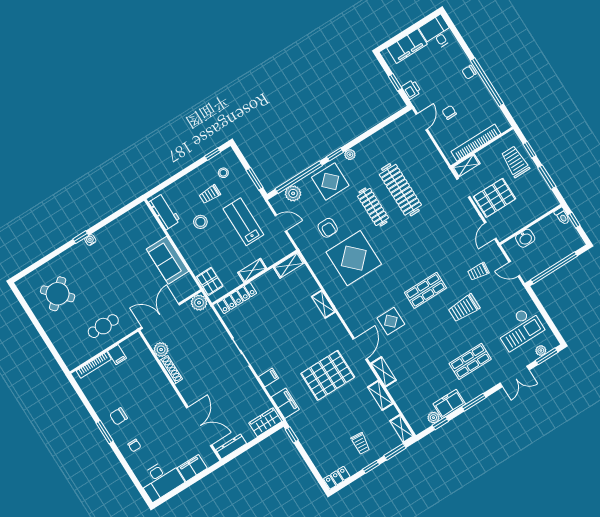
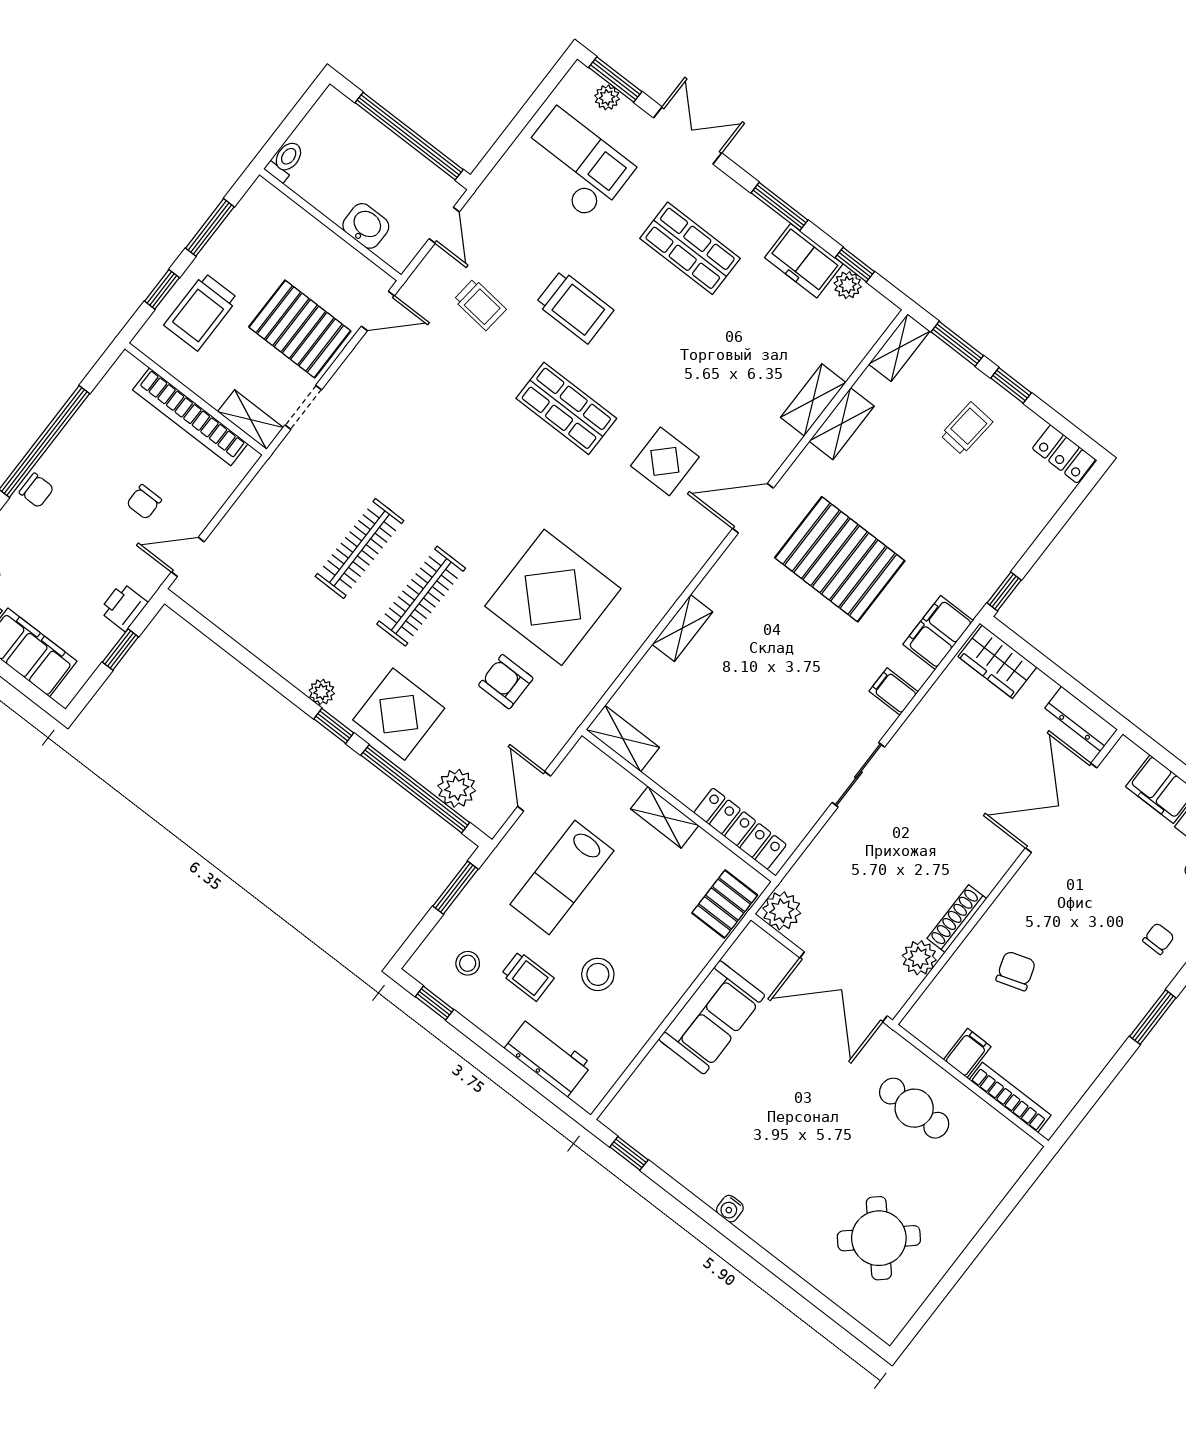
clothes rail: (400, 190) -> (359, 548), width x0.73, depth x0.76
workbench: (164, 212) -> (548, 1056), moved, turned 90
window: (574, 220) -> (284, 131), removed
armchair: (328, 228) -> (506, 682), turned -90
window: (81, 237) -> (629, 1153), moved
shelving: (384, 372) -> (813, 400), moved
chair: (119, 416) -> (1016, 971), moved, turned -108

